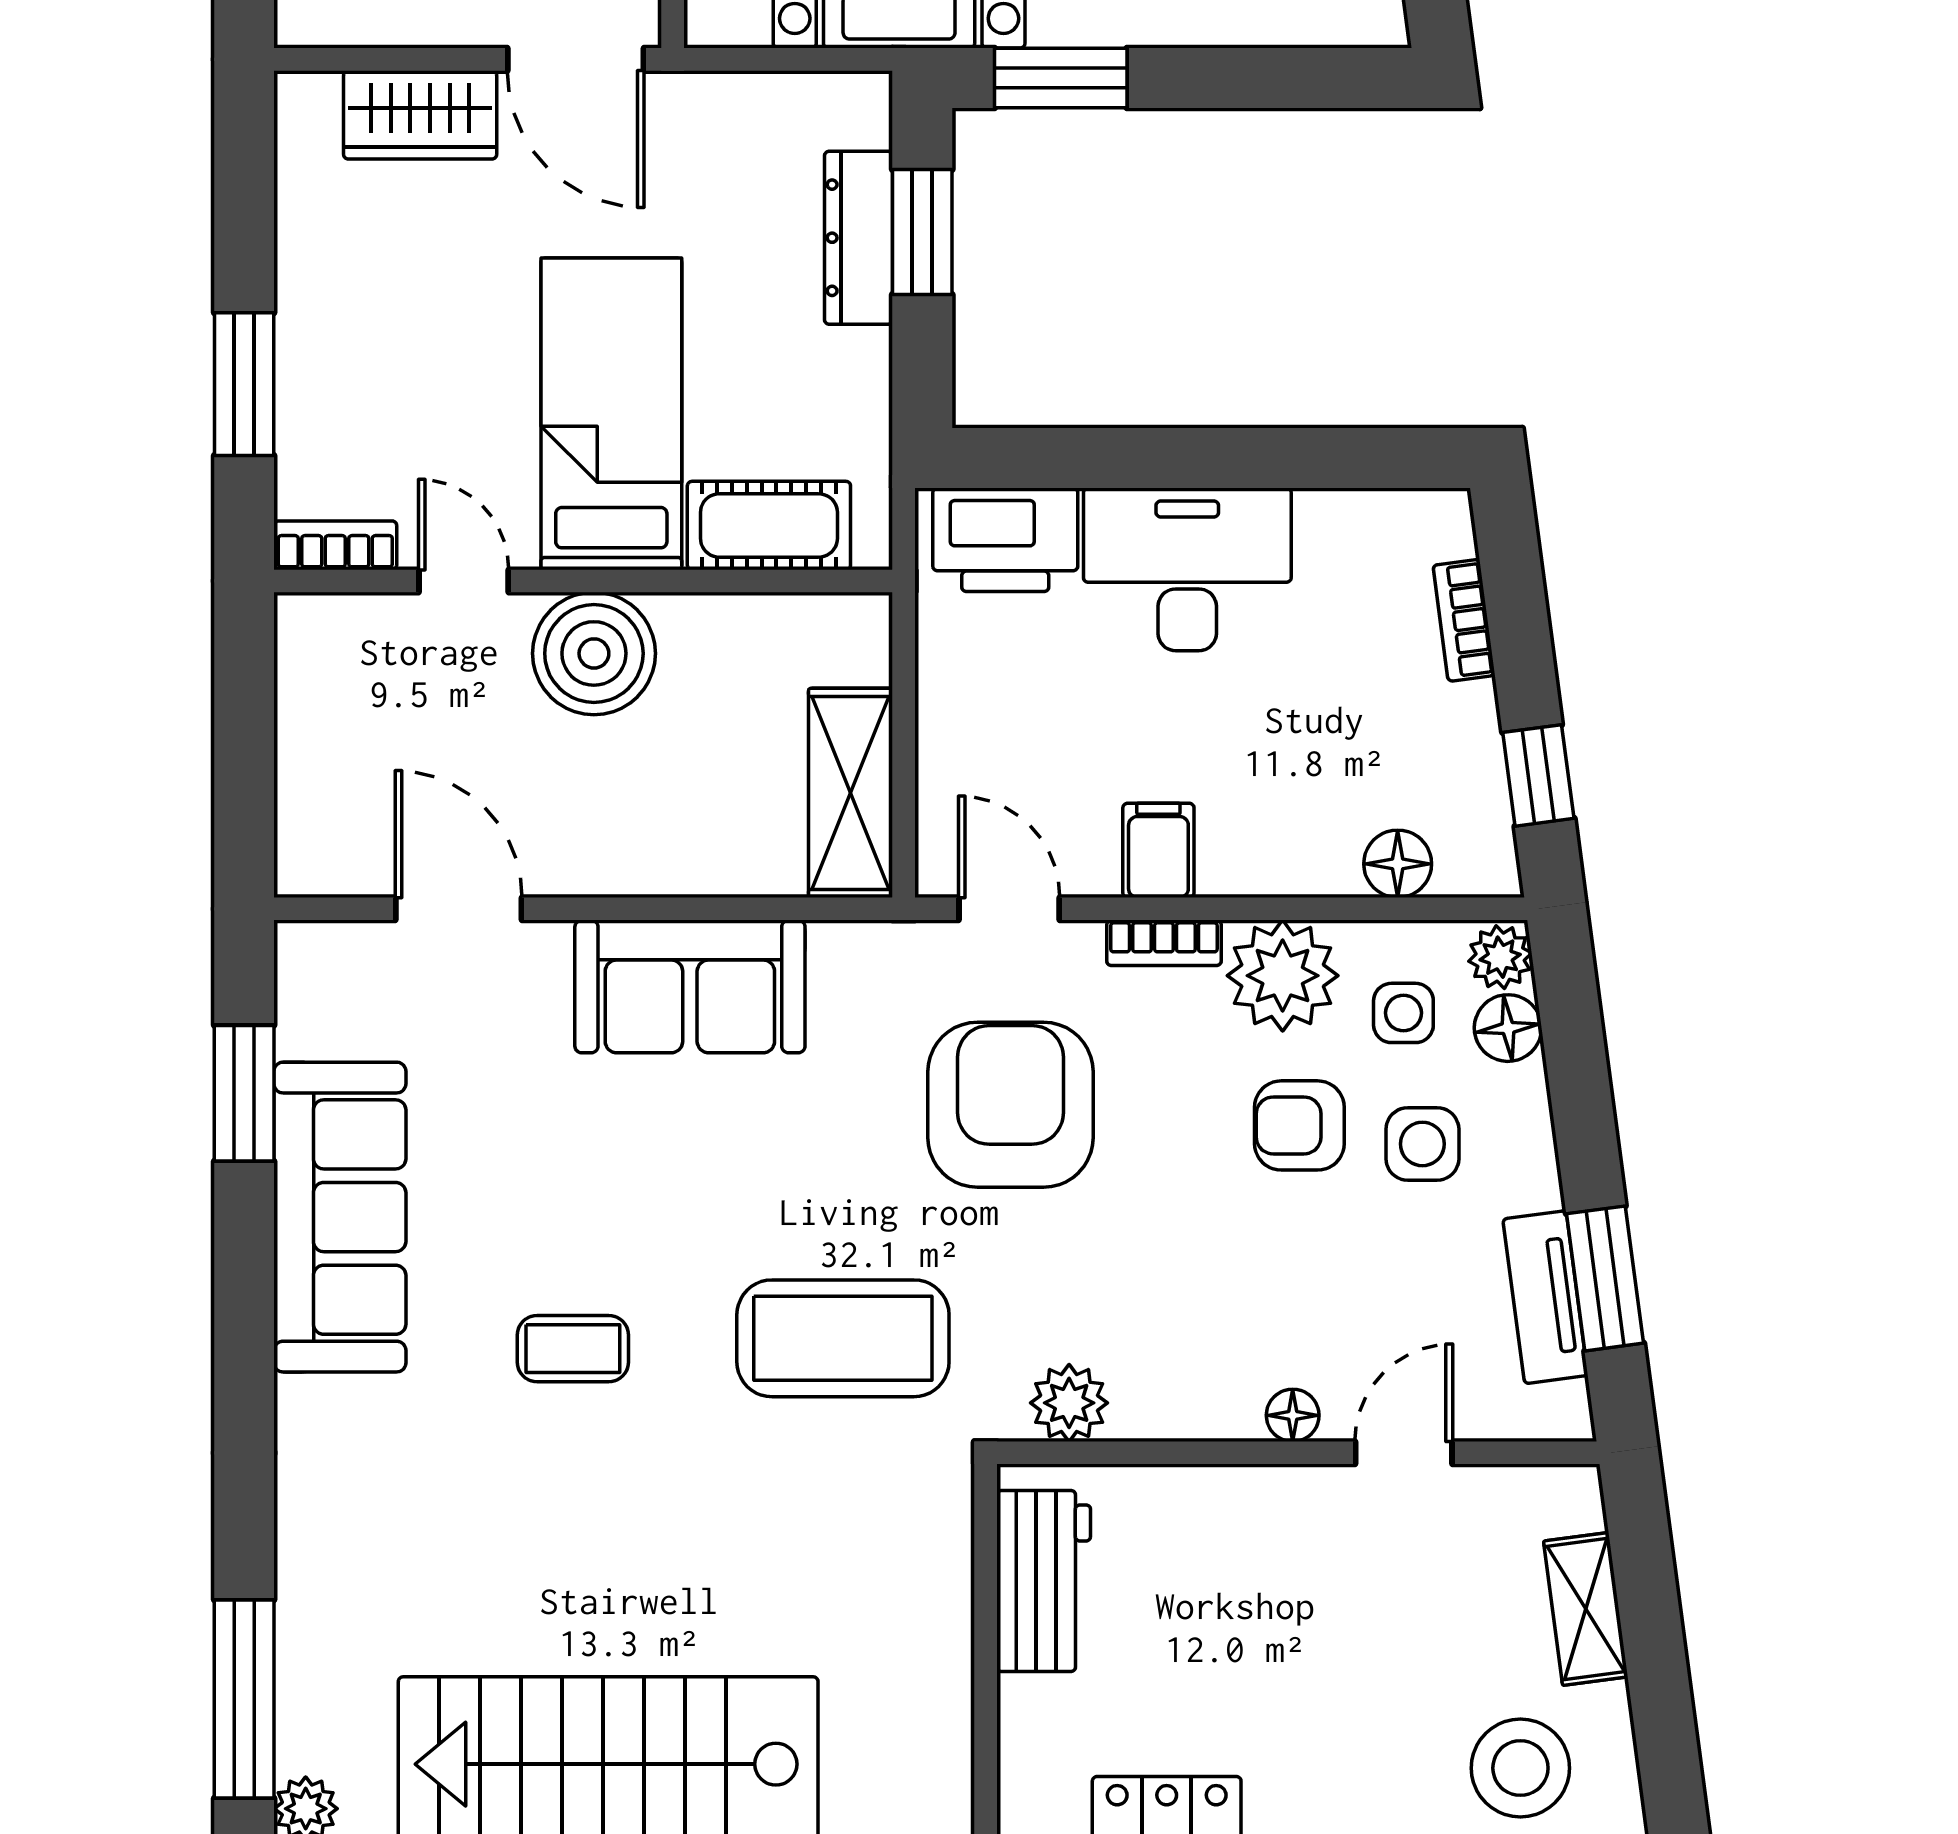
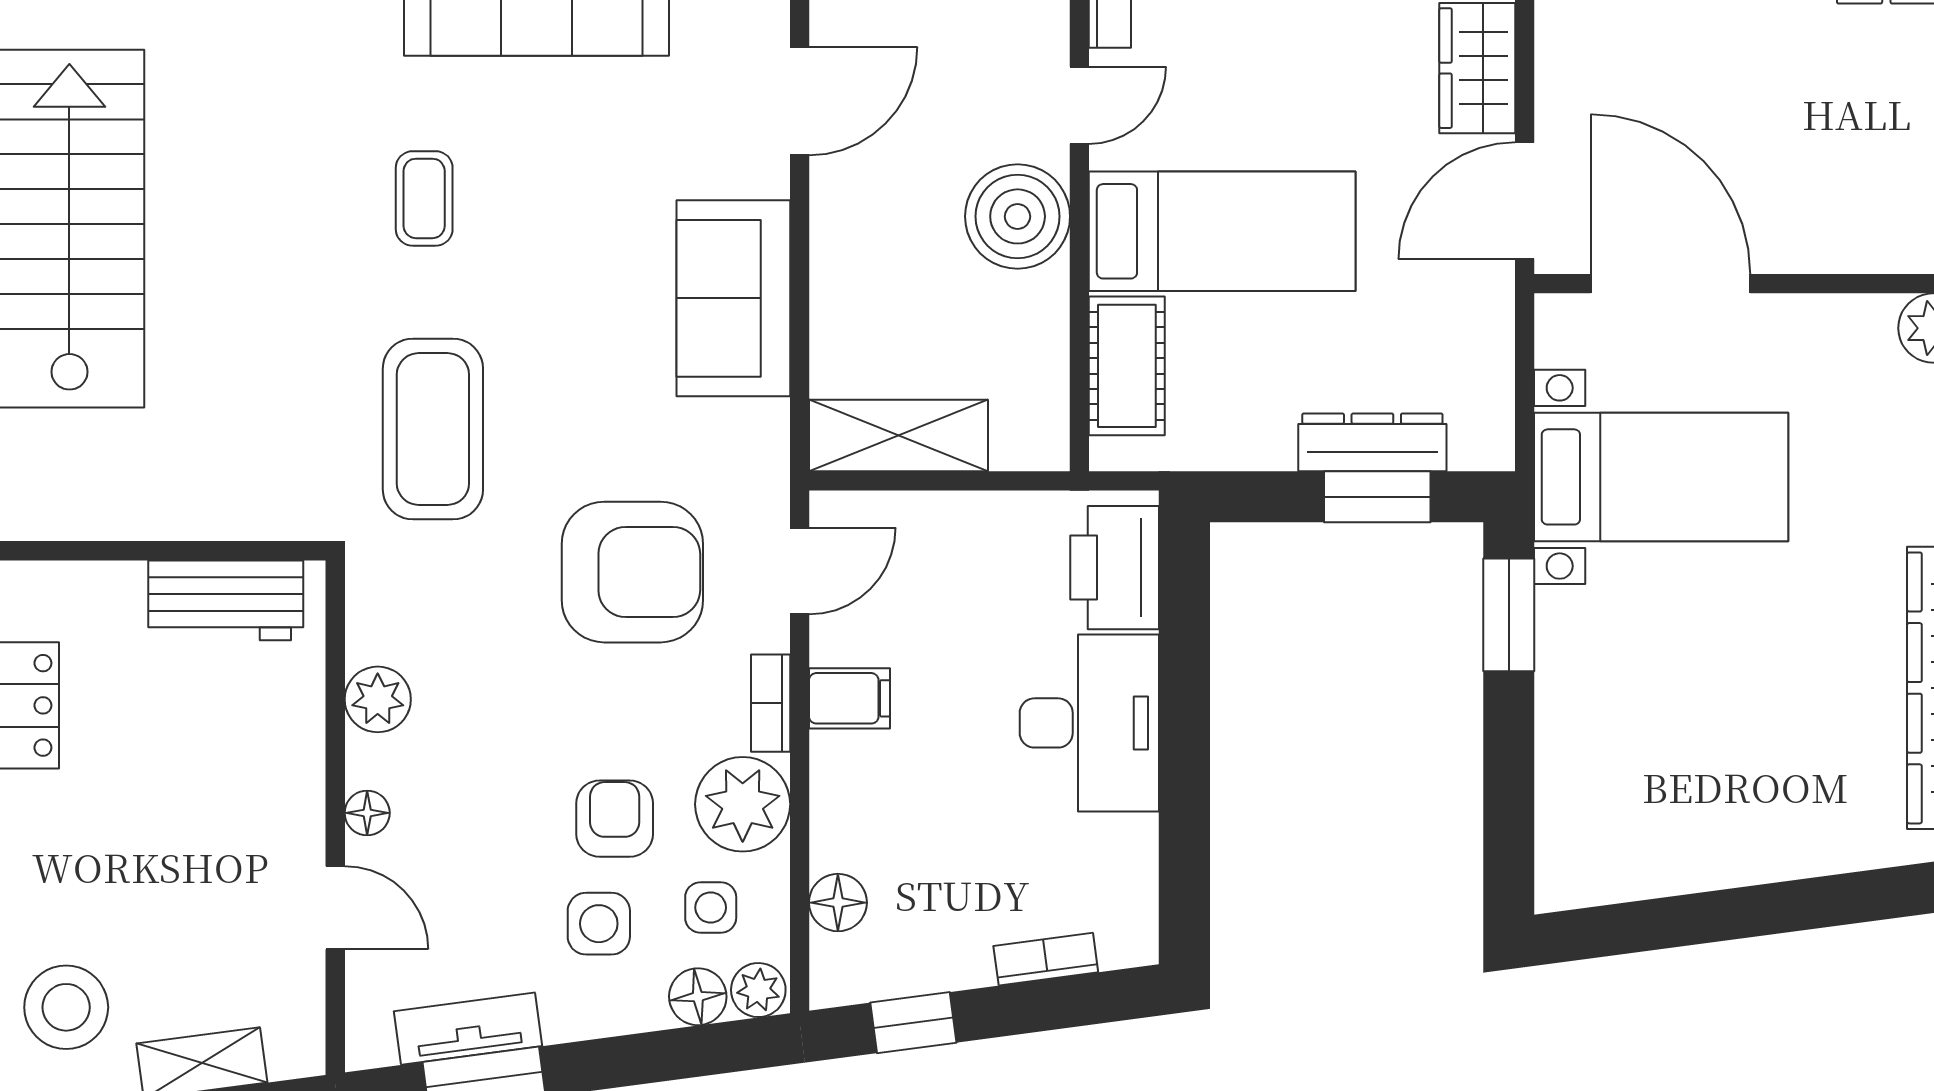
plant: (1069, 1403) -> (378, 699), moved

